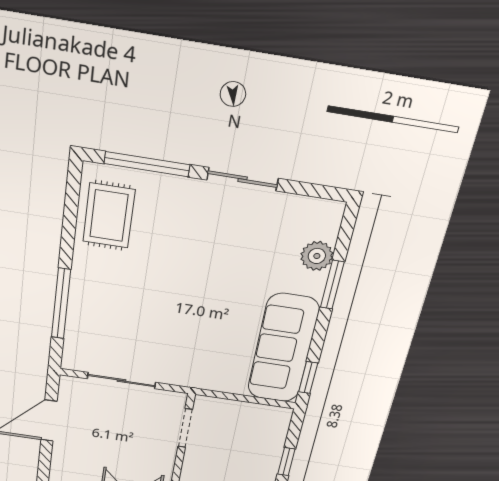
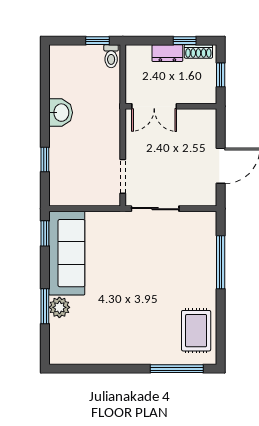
sliding door: (243, 179) -> (117, 369), removed
plant: (317, 256) -> (59, 307), moved
sliding door: (121, 381) -> (155, 209), moved

